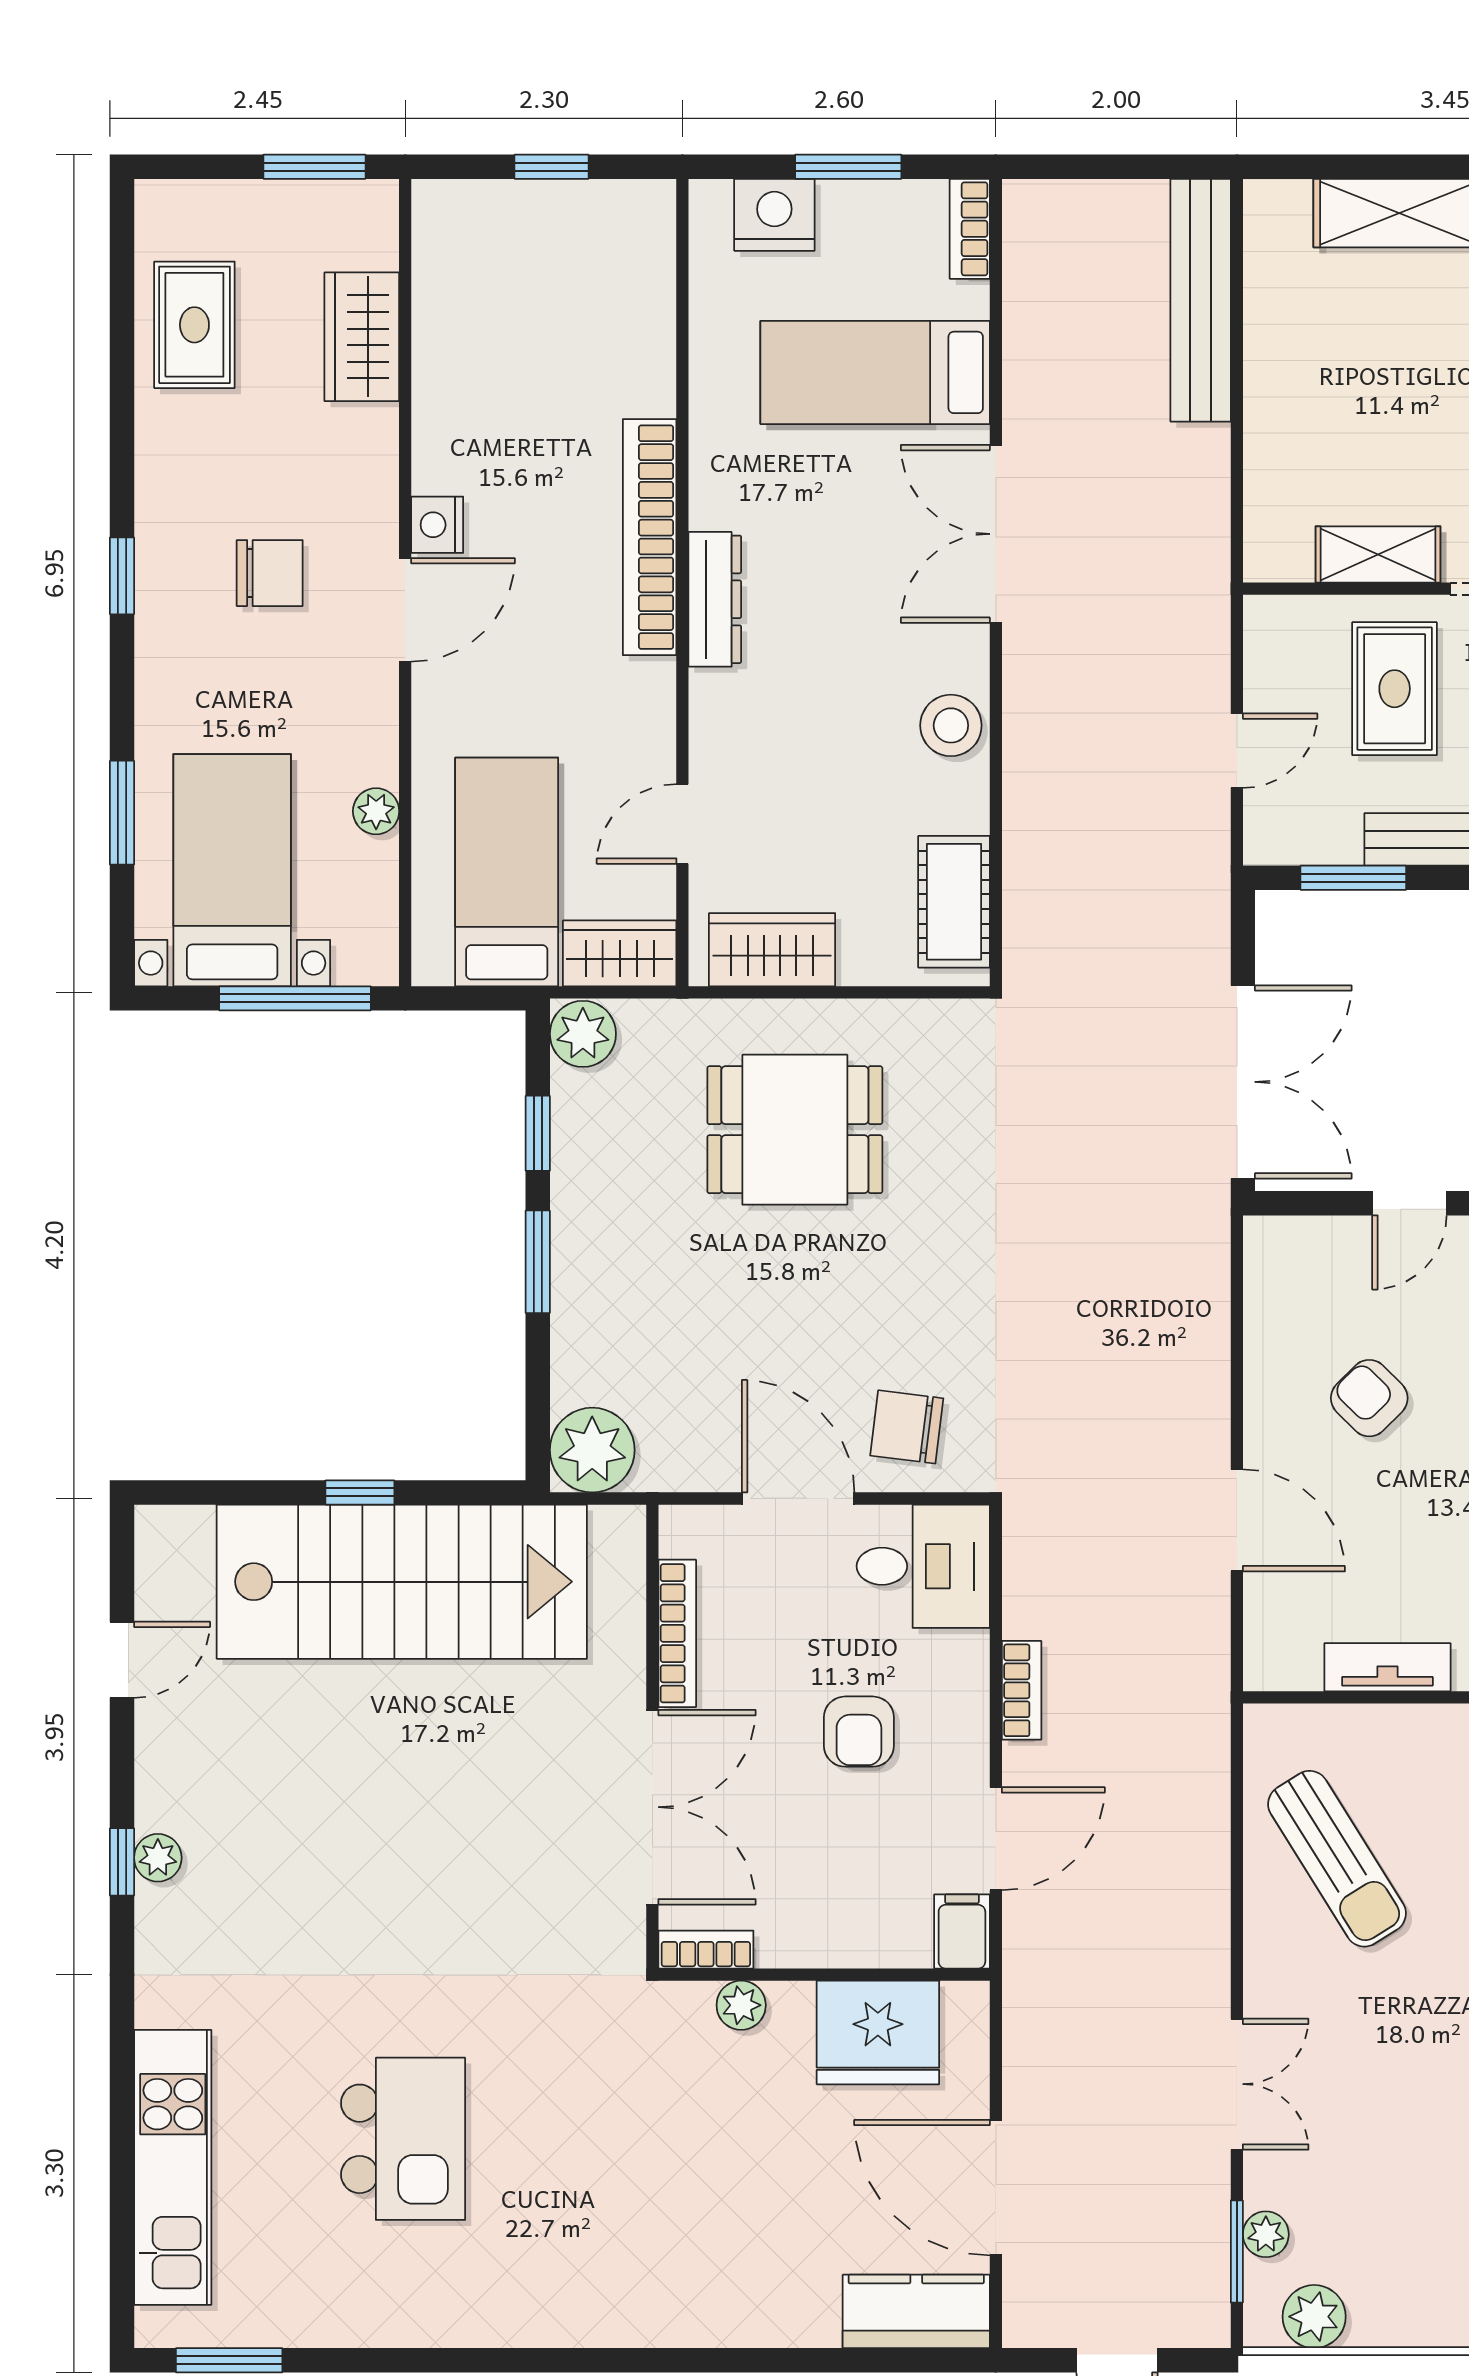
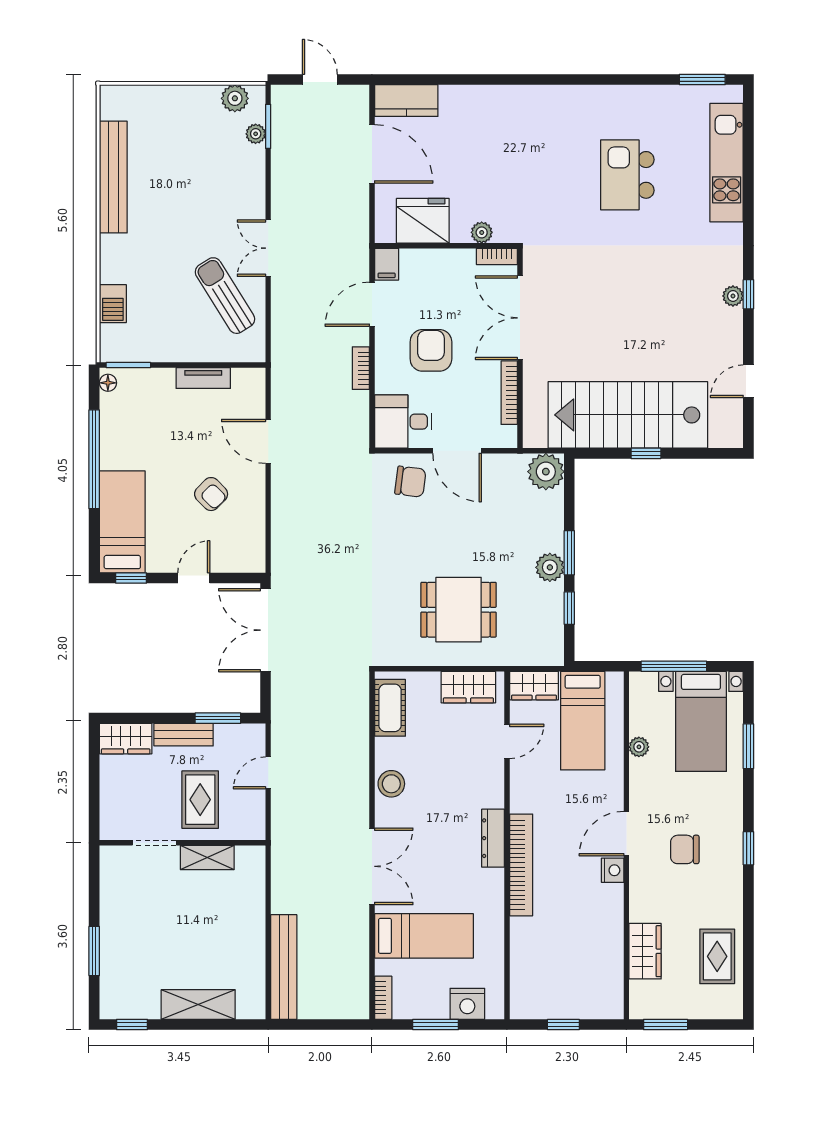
plant: (583, 1034) -> (550, 567), moved
armchair: (859, 1732) -> (431, 350), width x1.38, depth x1.38
double door: (1237, 2084) -> (268, 248), moved

